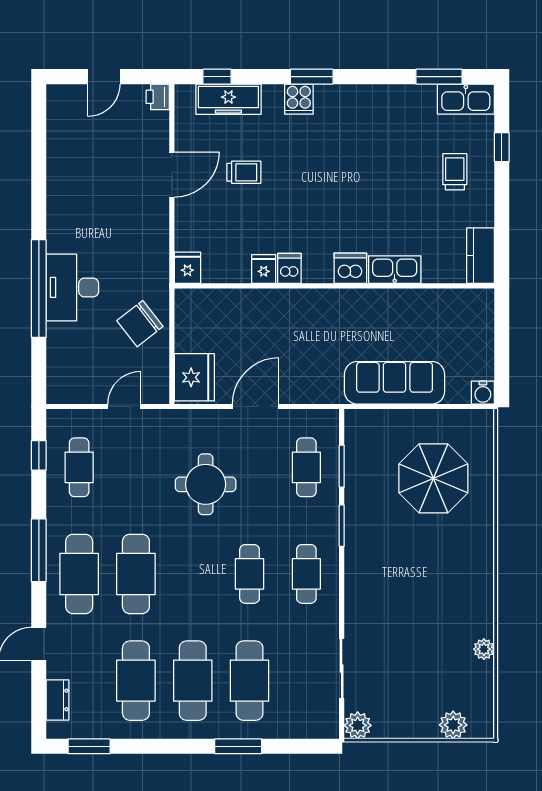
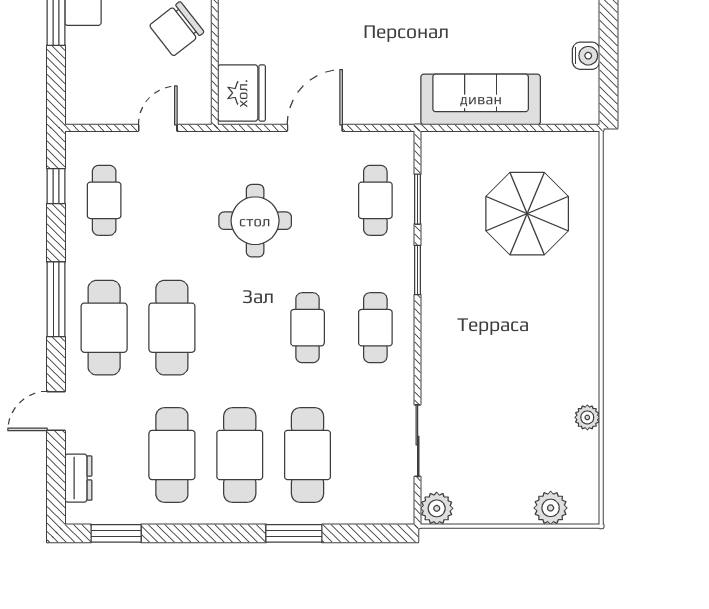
water cooler: (483, 393) -> (586, 56), moved, turned -90

